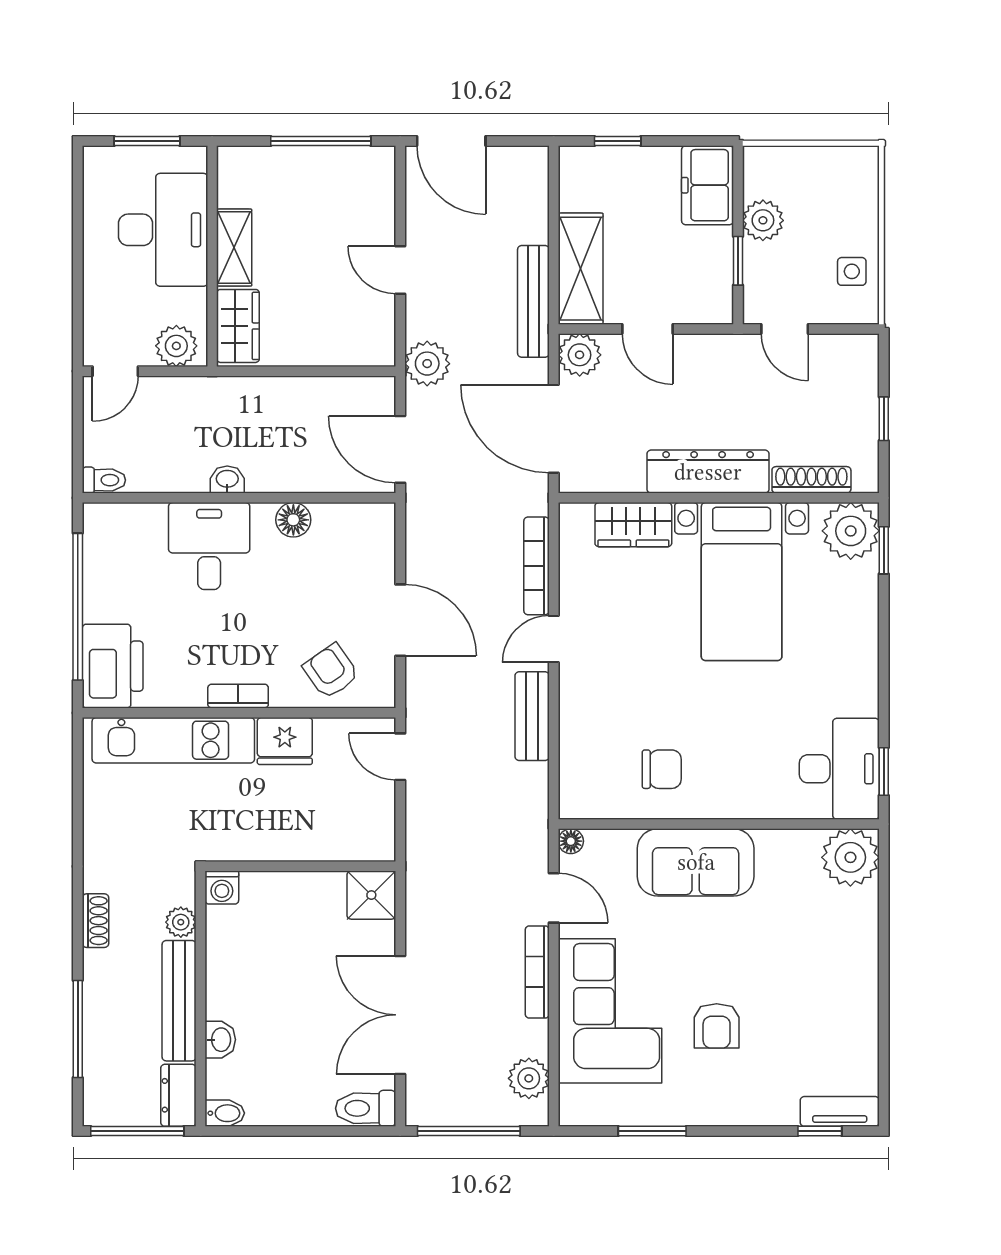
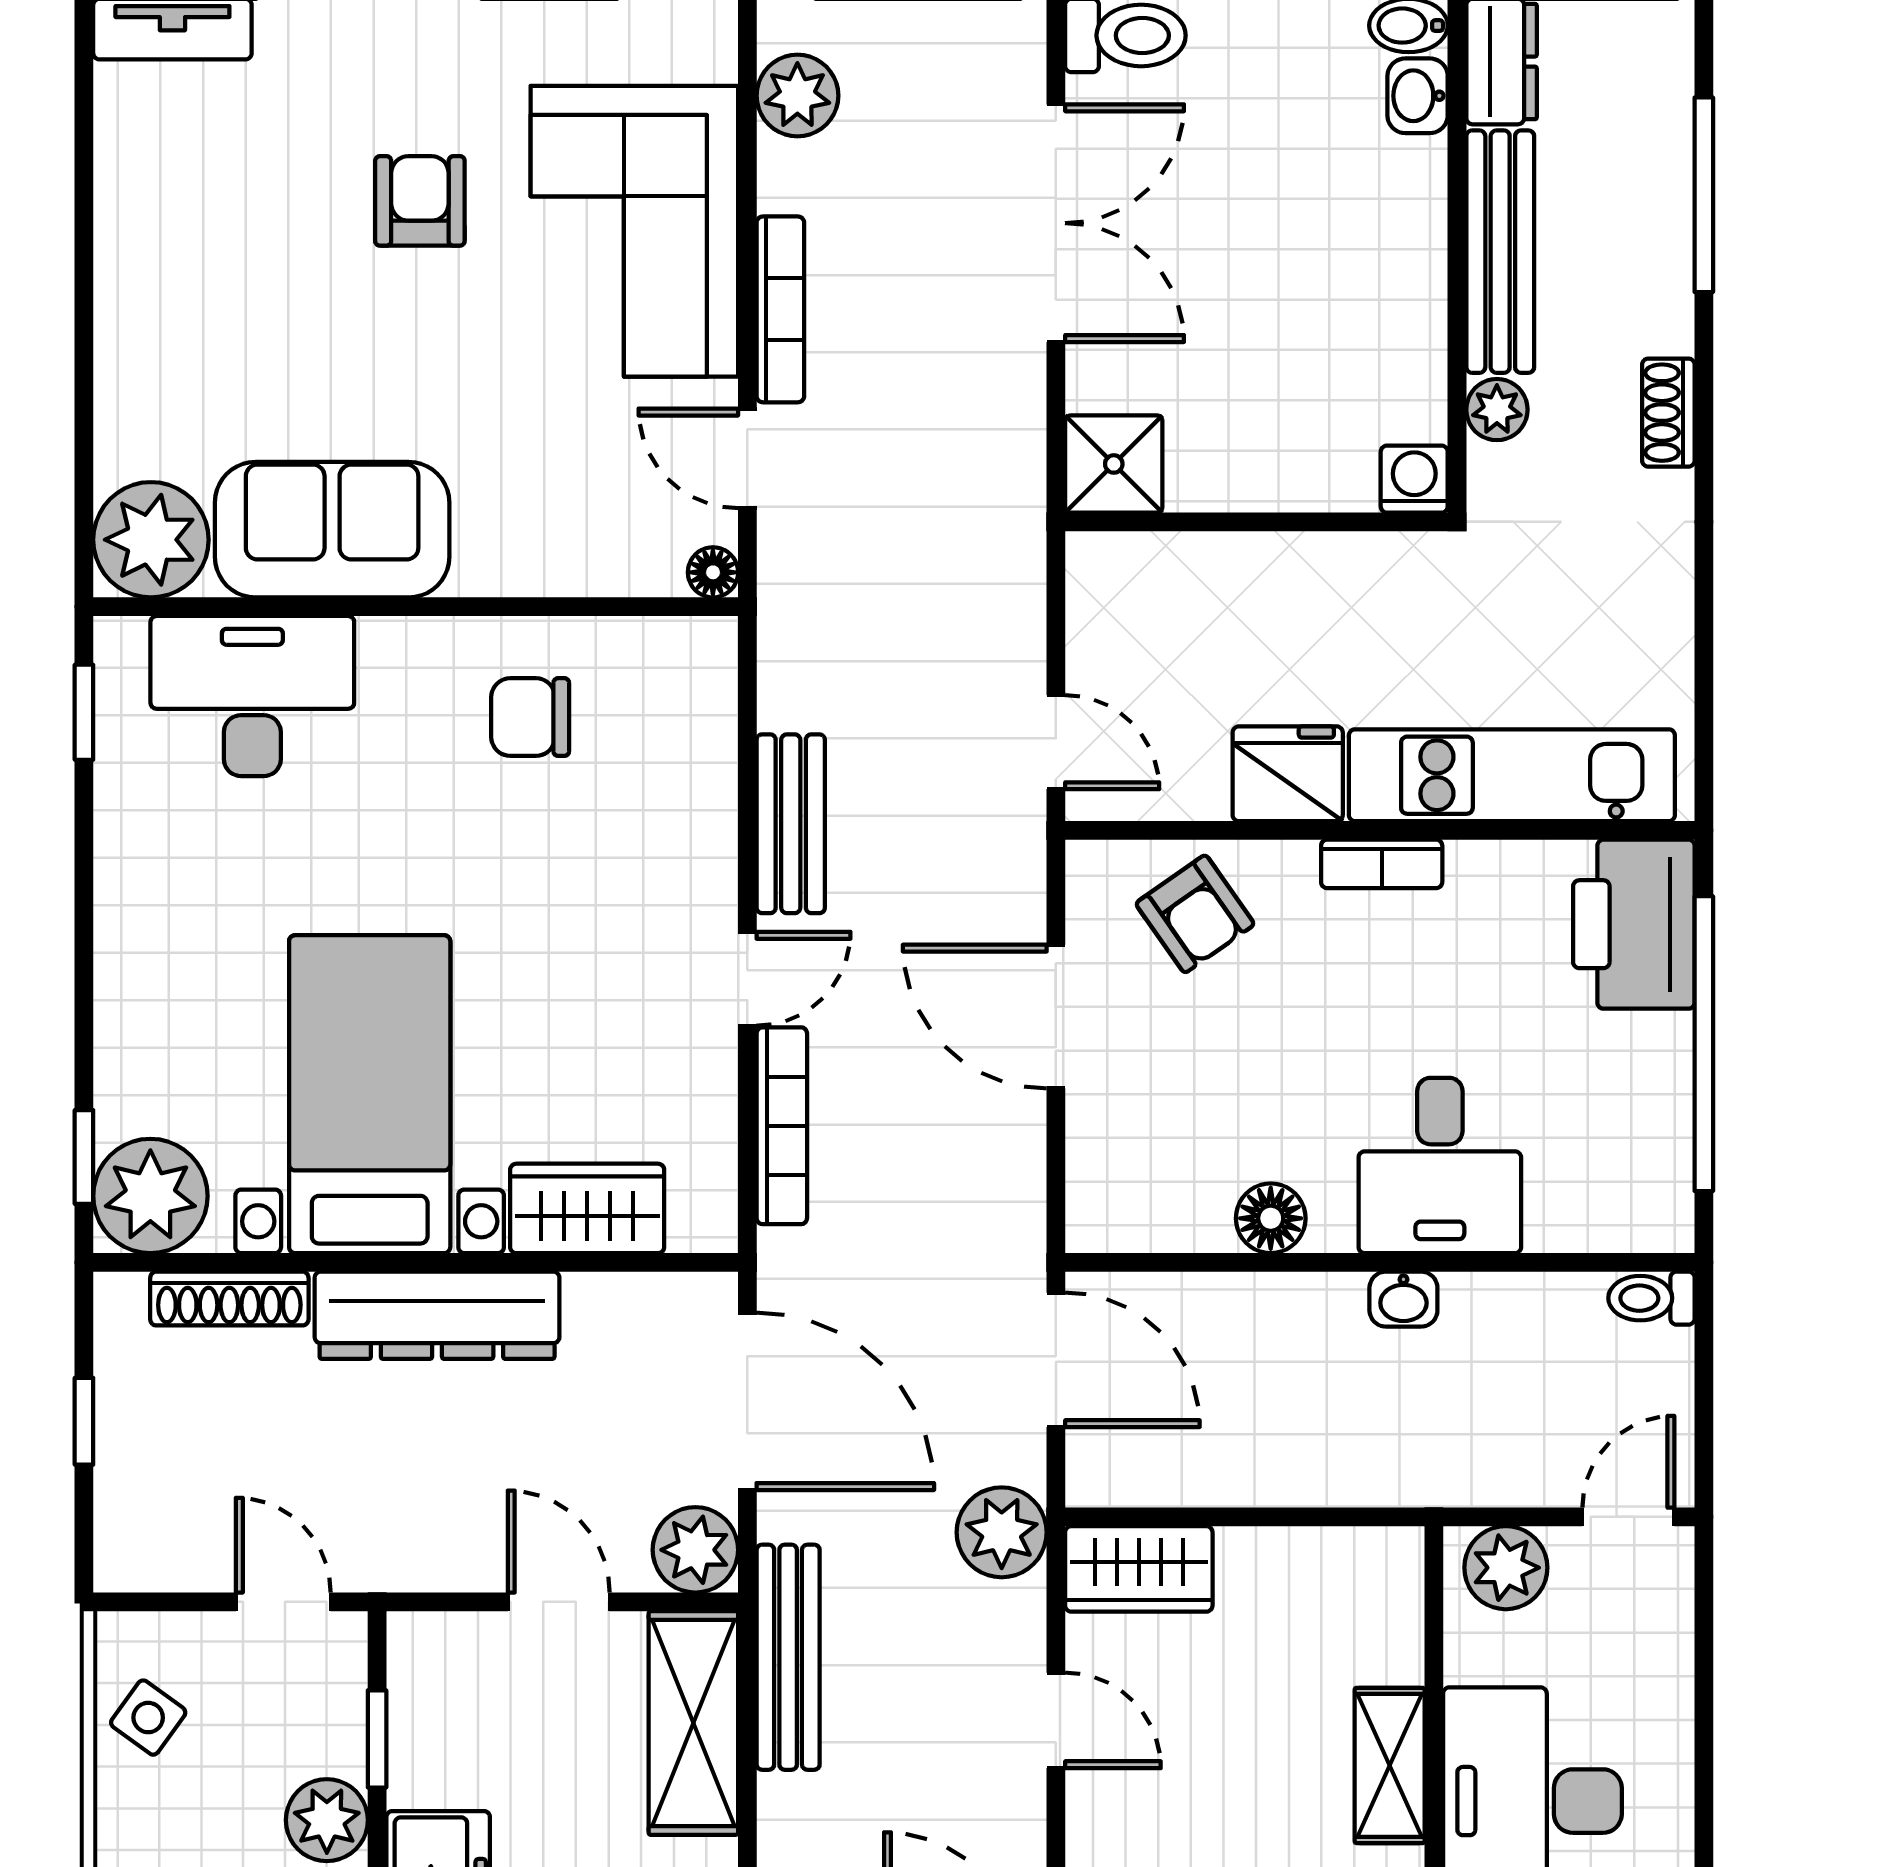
side table: (852, 271) -> (148, 1718), turned 36
wardrobe: (238, 326) -> (1139, 1569), moved, turned -90
desk: (839, 769) -> (252, 696), moved, turned 90
sofa: (696, 862) -> (332, 530), moved
washbasin: (220, 1040) -> (1418, 96), moved

